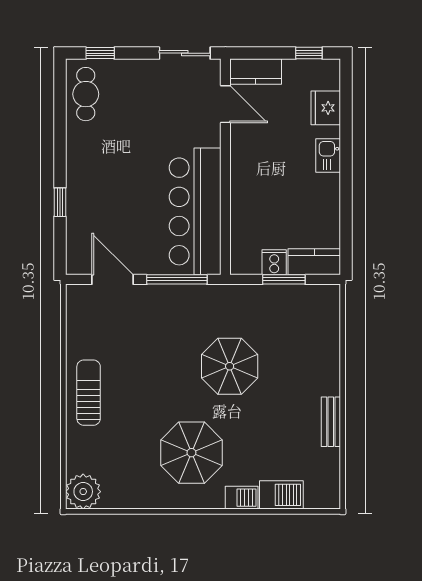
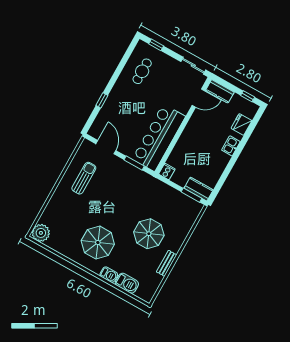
cafe table: (86, 94) -> (142, 71), moved
door: (225, 104) -> (199, 98), hinge flipped
cooker: (274, 262) -> (167, 171), moved
window: (177, 279) -> (134, 163), width x0.69
window: (284, 279) -> (191, 195), moved
parasol: (230, 366) -> (149, 234), moved
sun lounger: (89, 393) -> (84, 178), moved

